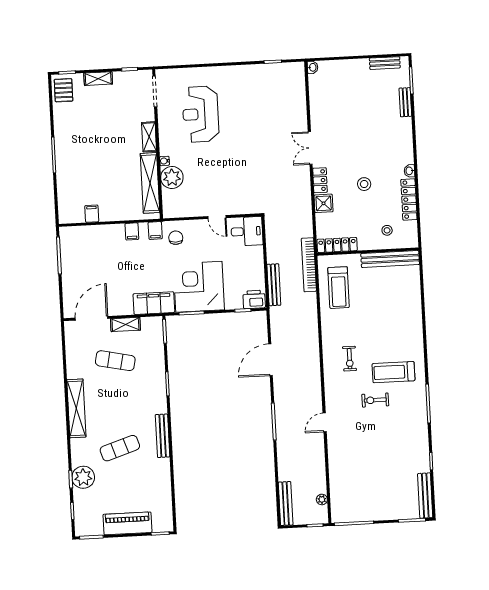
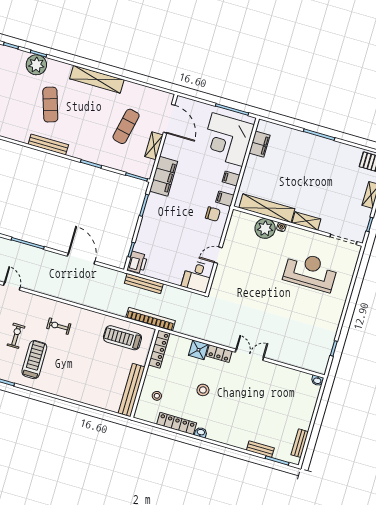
filing cabinet: (92, 214) -> (260, 144), width x2.00
corner desk: (199, 287) -> (227, 140), moved, turned 180

